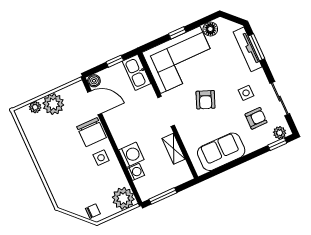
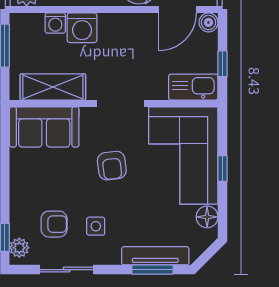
armchair: (206, 100) -> (112, 166), turned -119
armchair: (256, 118) -> (54, 224), turned -90
shelving: (174, 149) -> (53, 87), width x1.50, depth x1.33
sofa: (221, 152) -> (44, 127), moved, turned 90

